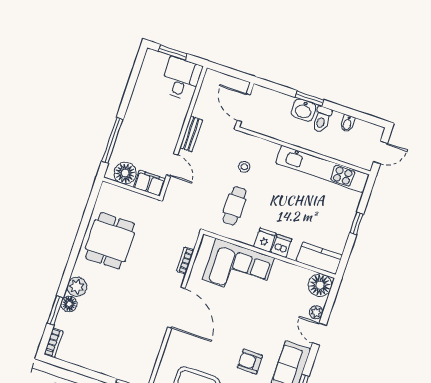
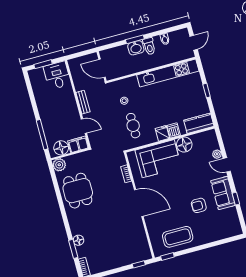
floor lamp: (320, 285) -> (184, 145), moved
plant: (77, 287) -> (59, 165), moved

